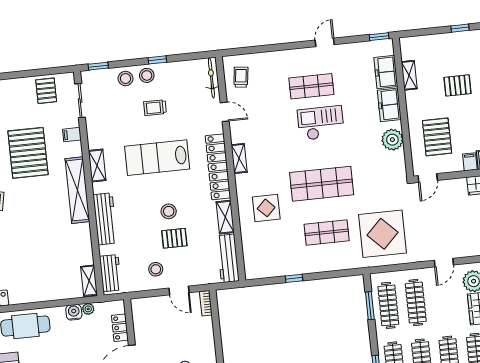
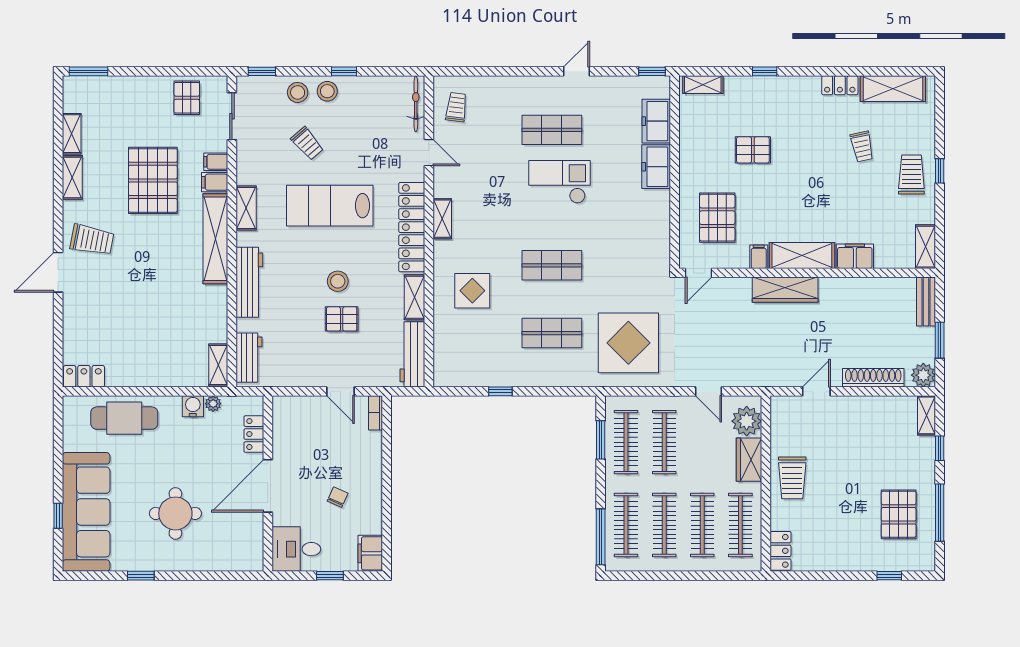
shelving: (409, 75) -> (703, 85), moved, turned 90
trolley: (155, 108) -> (307, 143), moved, turned -131
plant: (392, 140) -> (656, 215), removed
filing cabinet: (73, 149) -> (215, 182), added
shop shelf: (322, 184) -> (552, 265), width x0.70, depth x0.74
door: (444, 263) -> (709, 391), hinge flipped
stool: (156, 269) -> (312, 359), removed

